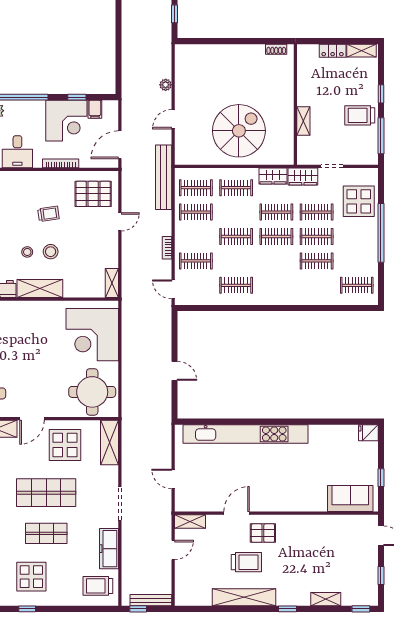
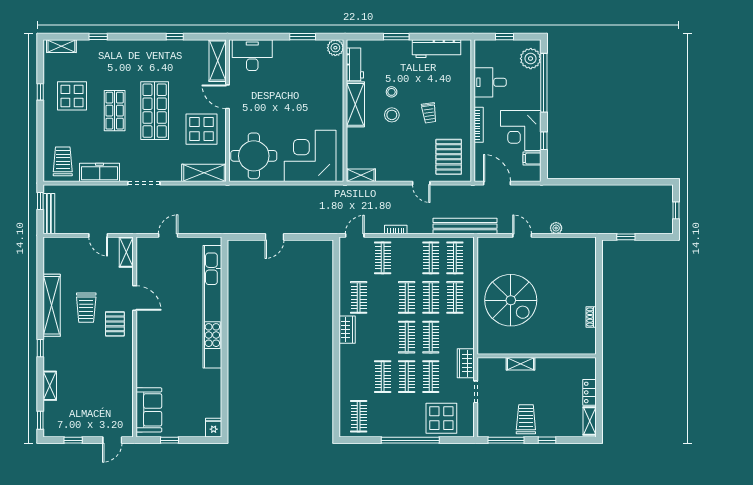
shoe rack: (276, 49) -> (591, 317), moved
wardrobe: (273, 176) -> (347, 330), moved, turned 180
clothes rail: (236, 212) -> (431, 297), added

